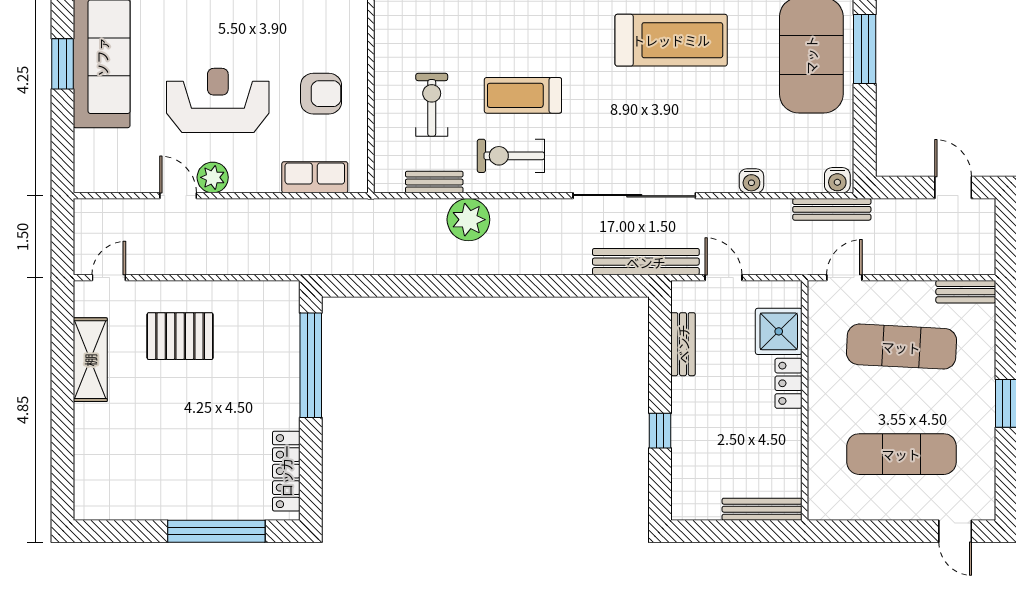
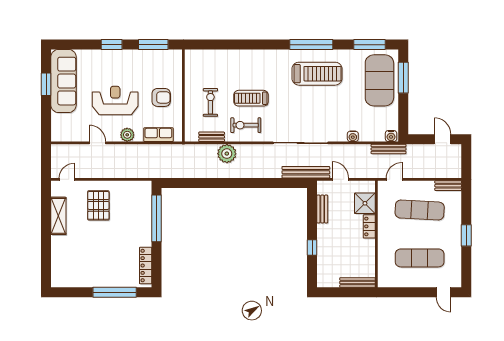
plant: (213, 177) -> (127, 135), moved
pallet: (180, 336) -> (98, 205), turned 90

